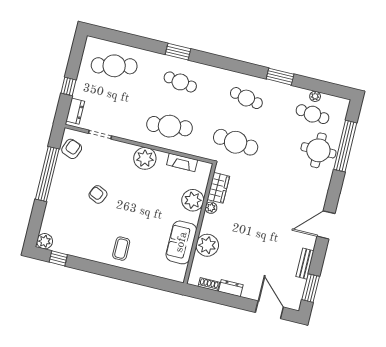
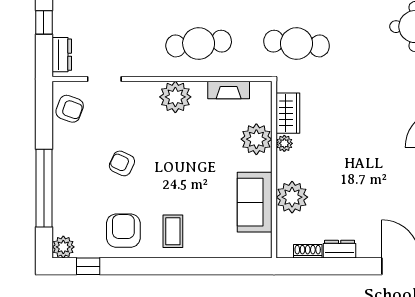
armchair: (72, 149) -> (70, 109), turned 89
window: (47, 174) -> (44, 188), moved
armchair: (88, 240) -> (123, 231), added

